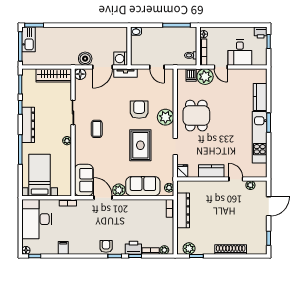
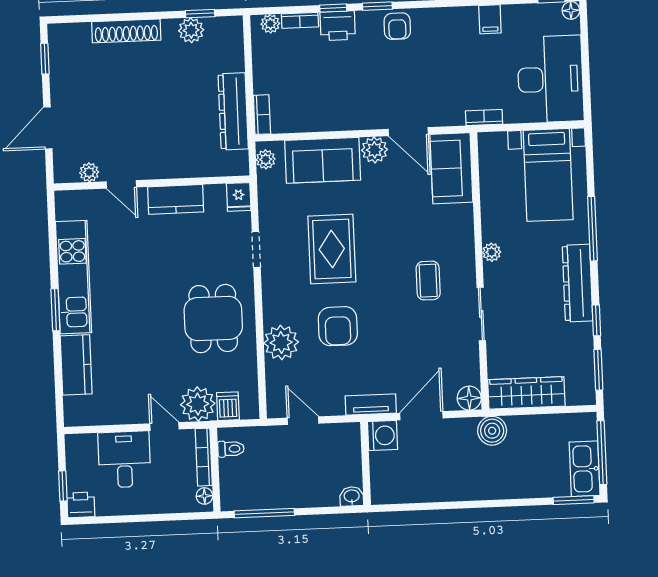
boiler: (85, 59) -> (492, 431), moved
plant: (165, 117) -> (281, 343), moved
plant: (189, 248) -> (191, 30), moved

